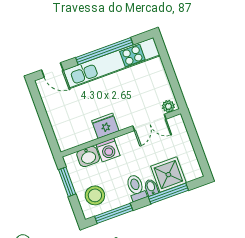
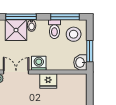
washing machine: (108, 150) -> (39, 63), moved
washbasin: (88, 156) -> (80, 62), moved, turned -90
toilet: (136, 188) -> (54, 29), moved

